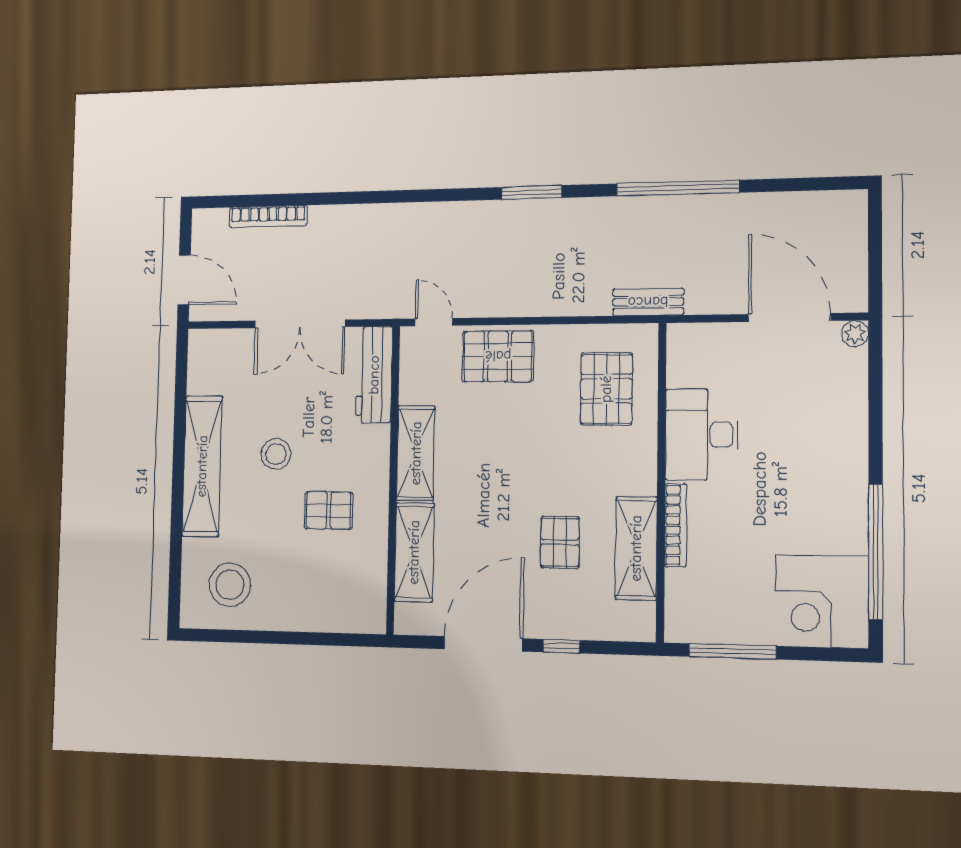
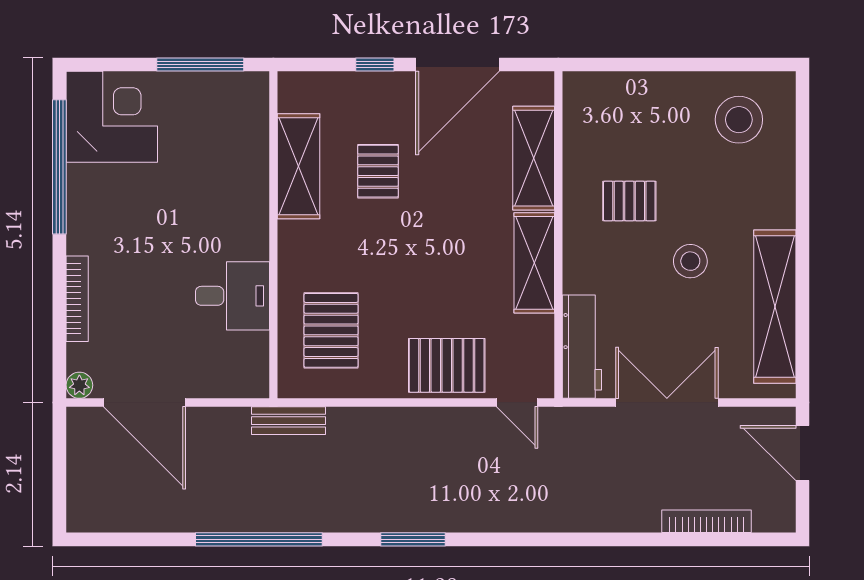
desk: (702, 435) -> (232, 296), width x0.73
shelving: (202, 466) -> (775, 307), moved
bookcase: (676, 525) -> (77, 299), moved, turned 180

